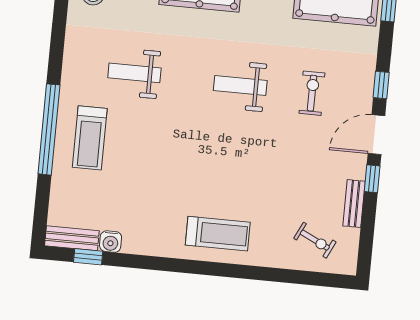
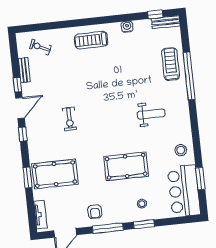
weight bench: (240, 86) -> (95, 119), removed
exercise bike: (312, 93) -> (69, 119), moved
treadmill: (90, 138) -> (171, 64), moved
water cooler: (111, 242) -> (127, 27), moved

